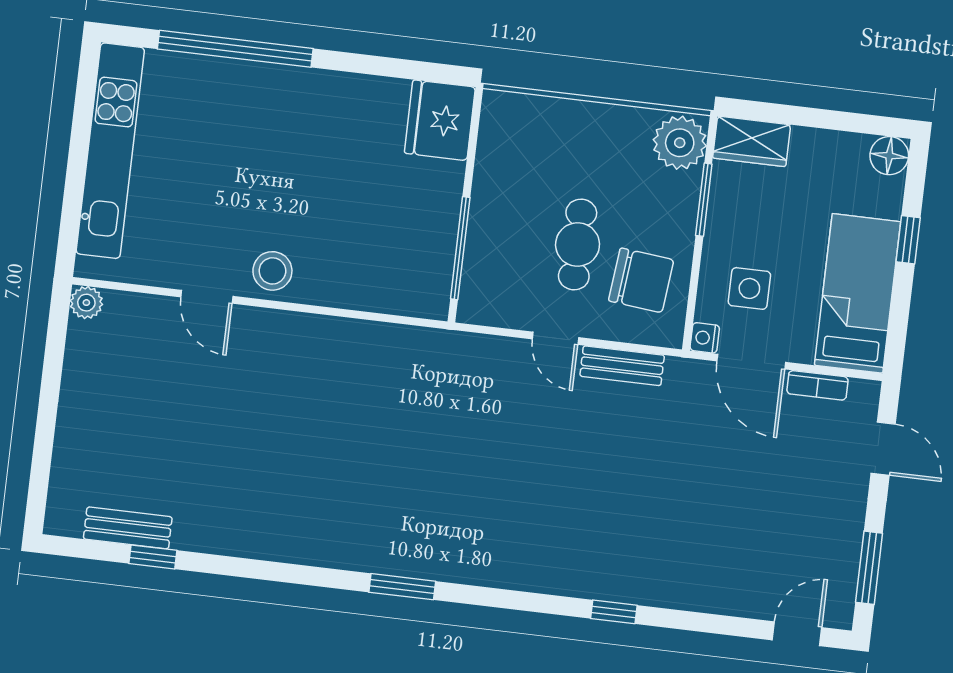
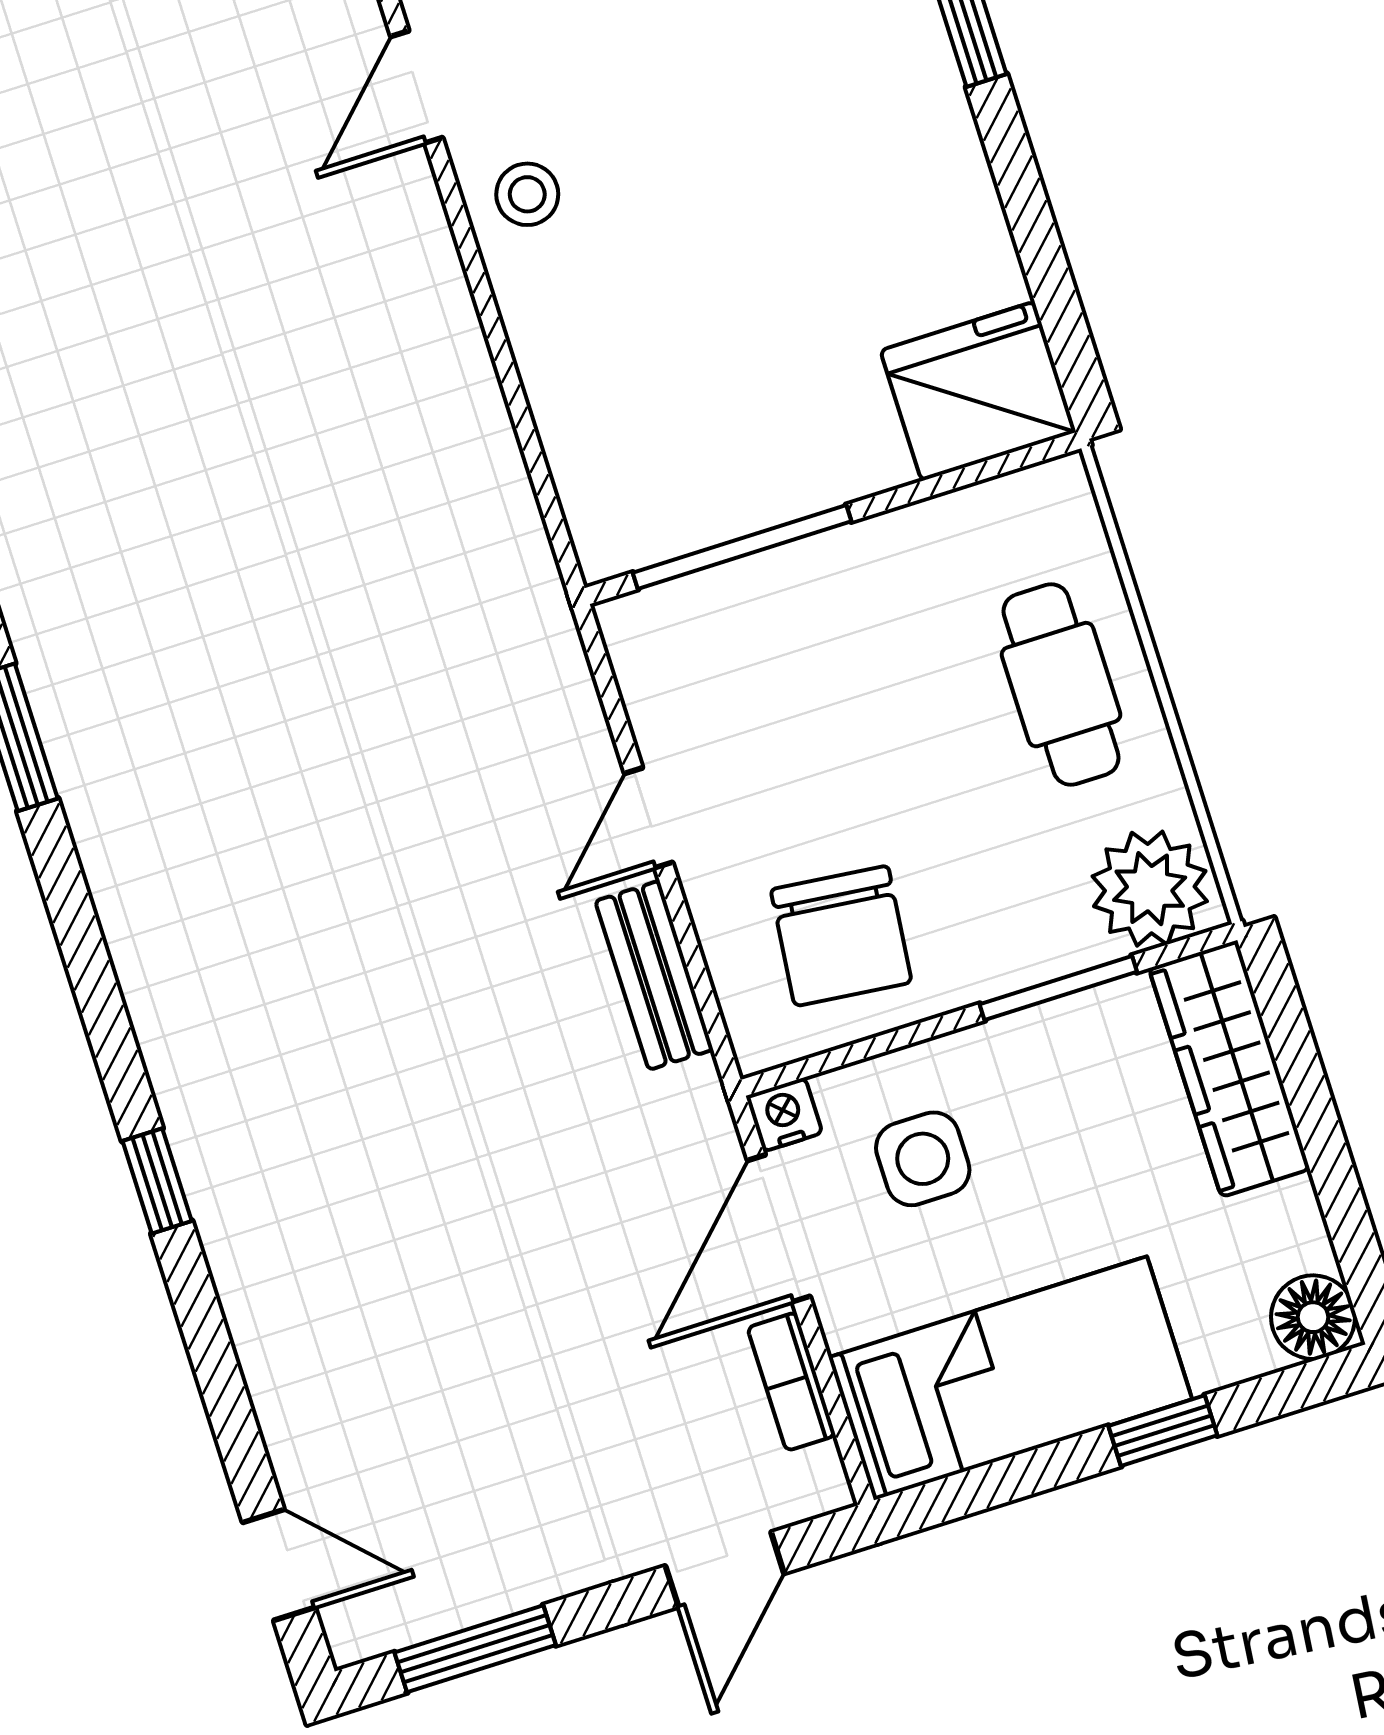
wardrobe: (752, 141) -> (1229, 1069), width x1.50
cafe table: (578, 245) -> (1061, 685), moved, turned 90
stool: (272, 271) -> (527, 194), width x0.73, depth x0.73

